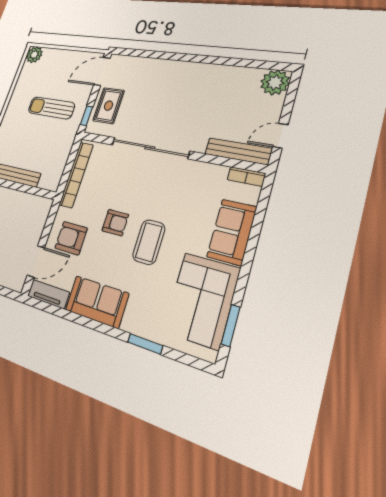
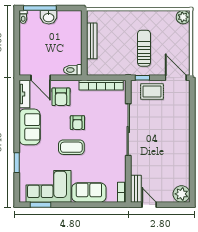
bench: (238, 151) -> (136, 189), width x0.73
toilet: (43, 211) -> (73, 70), added
armchair: (71, 238) -> (61, 97), turned 180

